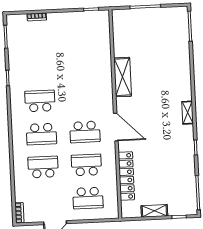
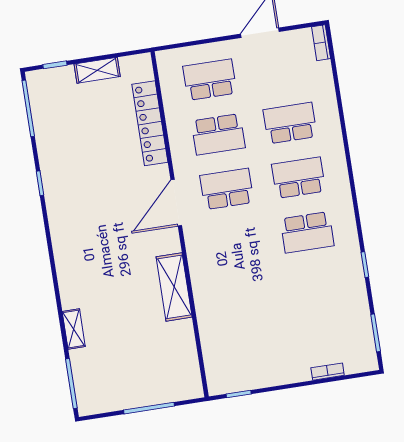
shelving: (188, 113) -> (74, 329), moved
door: (116, 127) -> (176, 203), hinge flipped
school desk: (43, 167) -> (290, 123), turned 180

